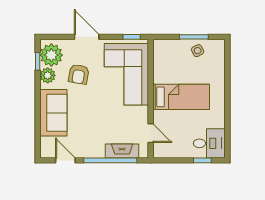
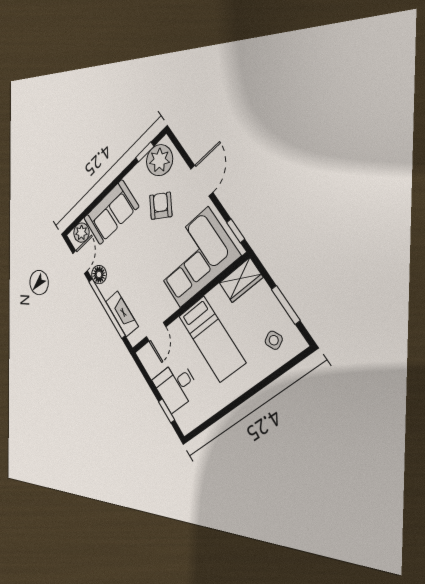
side table: (198, 51) -> (274, 340), moved
wardrobe: (161, 54) -> (241, 280), added
armchair: (79, 74) -> (161, 206), turned 112
plant: (48, 75) -> (81, 233), moved
desk: (209, 143) -> (176, 386), moved, turned 90
floor lamp: (85, 151) -> (99, 275), added

